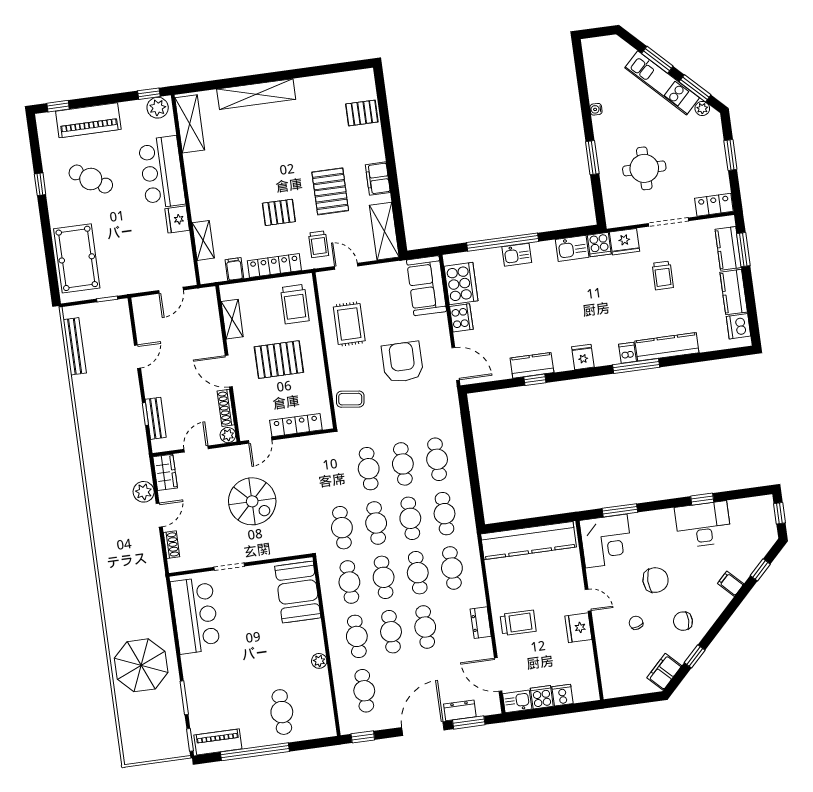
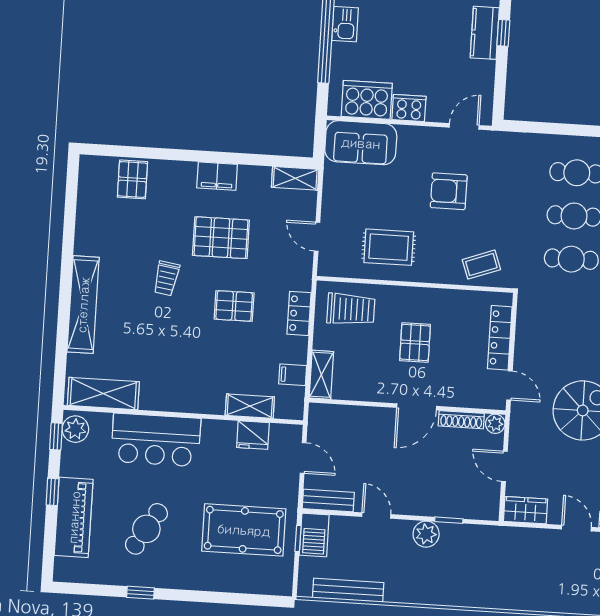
window: (58, 106) -> (53, 492), moved
pallet: (279, 212) -> (234, 306), turned 90
fridge: (177, 219) -> (253, 435), moved
shelving: (384, 231) -> (295, 178), width x0.67, depth x0.75
trolley: (319, 244) -> (166, 278), moved, turned 99
pool table: (77, 258) -> (244, 530), moved
locker: (274, 266) -> (299, 313), width x0.66
door: (346, 266) -> (317, 237), hinge flipped
barbecue: (113, 311) -> (314, 535), added
shelving: (232, 319) -> (321, 375), moved, turned 90
pallet: (279, 360) -> (415, 342), width x0.67, depth x0.71
armchair: (402, 362) -> (449, 191), width x0.73, depth x0.73
door: (456, 364) -> (464, 126), width x0.73
coffee table: (350, 399) -> (481, 265), turned 63
bench: (156, 418) -> (328, 501), moved
plant: (144, 492) -> (426, 534), moved

